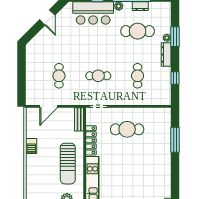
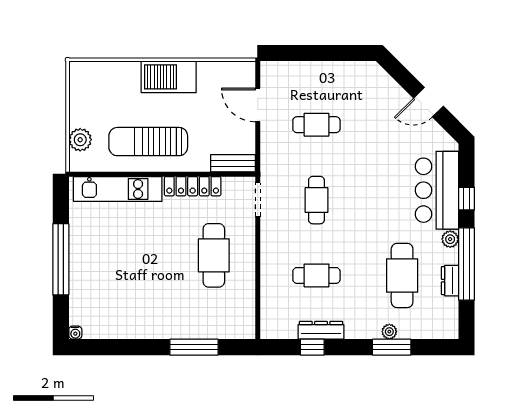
dresser: (166, 54) -> (321, 330), moved
barbecue: (31, 146) -> (169, 77), width x1.88, depth x1.53

